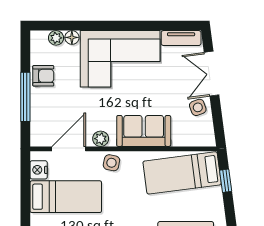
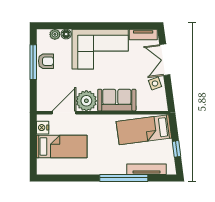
window: (25, 97) -> (33, 62), moved
plant: (101, 139) -> (86, 101), width x1.88, depth x1.88
side table: (111, 163) -> (94, 123), removed
window: (226, 181) -> (176, 149), moved

